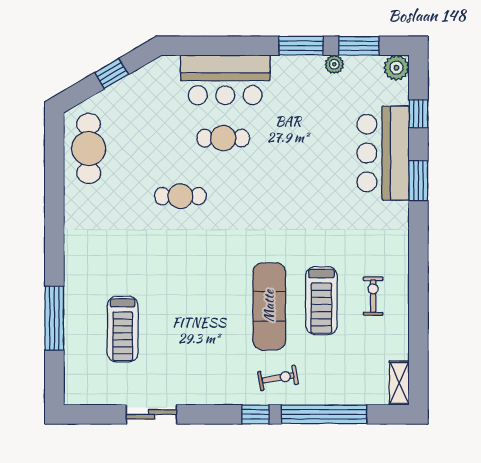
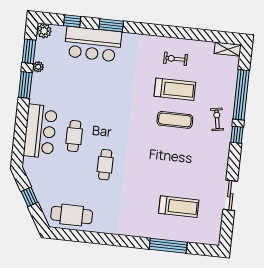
exercise mat: (269, 306) -> (175, 120), width x0.73, depth x0.69

